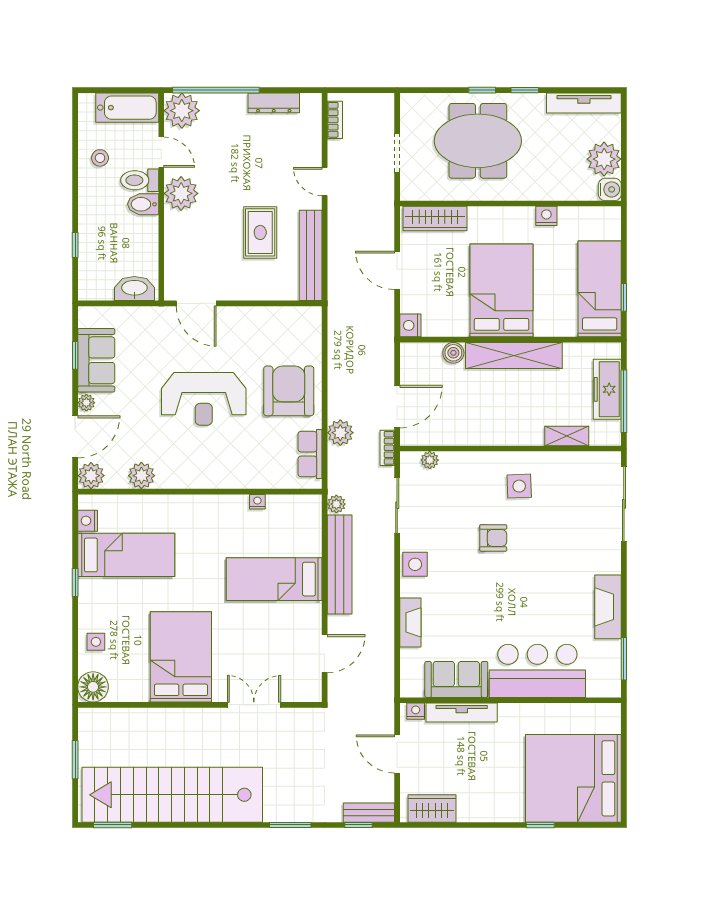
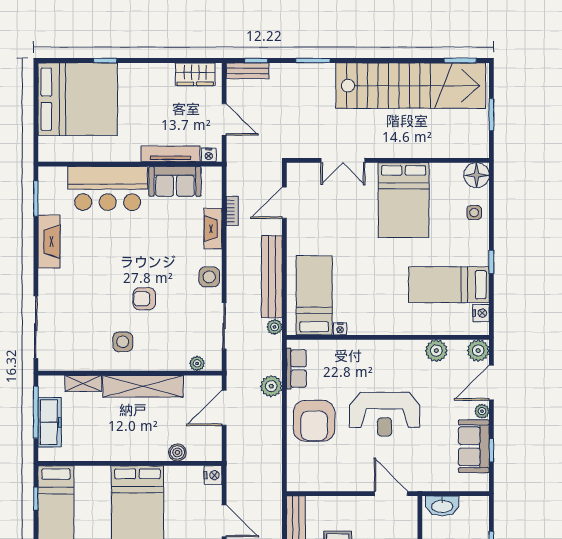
shelving: (514, 355) -> (143, 386), moved
reception desk: (204, 399) -> (385, 414), turned 180
bookcase: (387, 448) -> (232, 211), moved
bed: (274, 579) -> (314, 295), moved, turned -90

